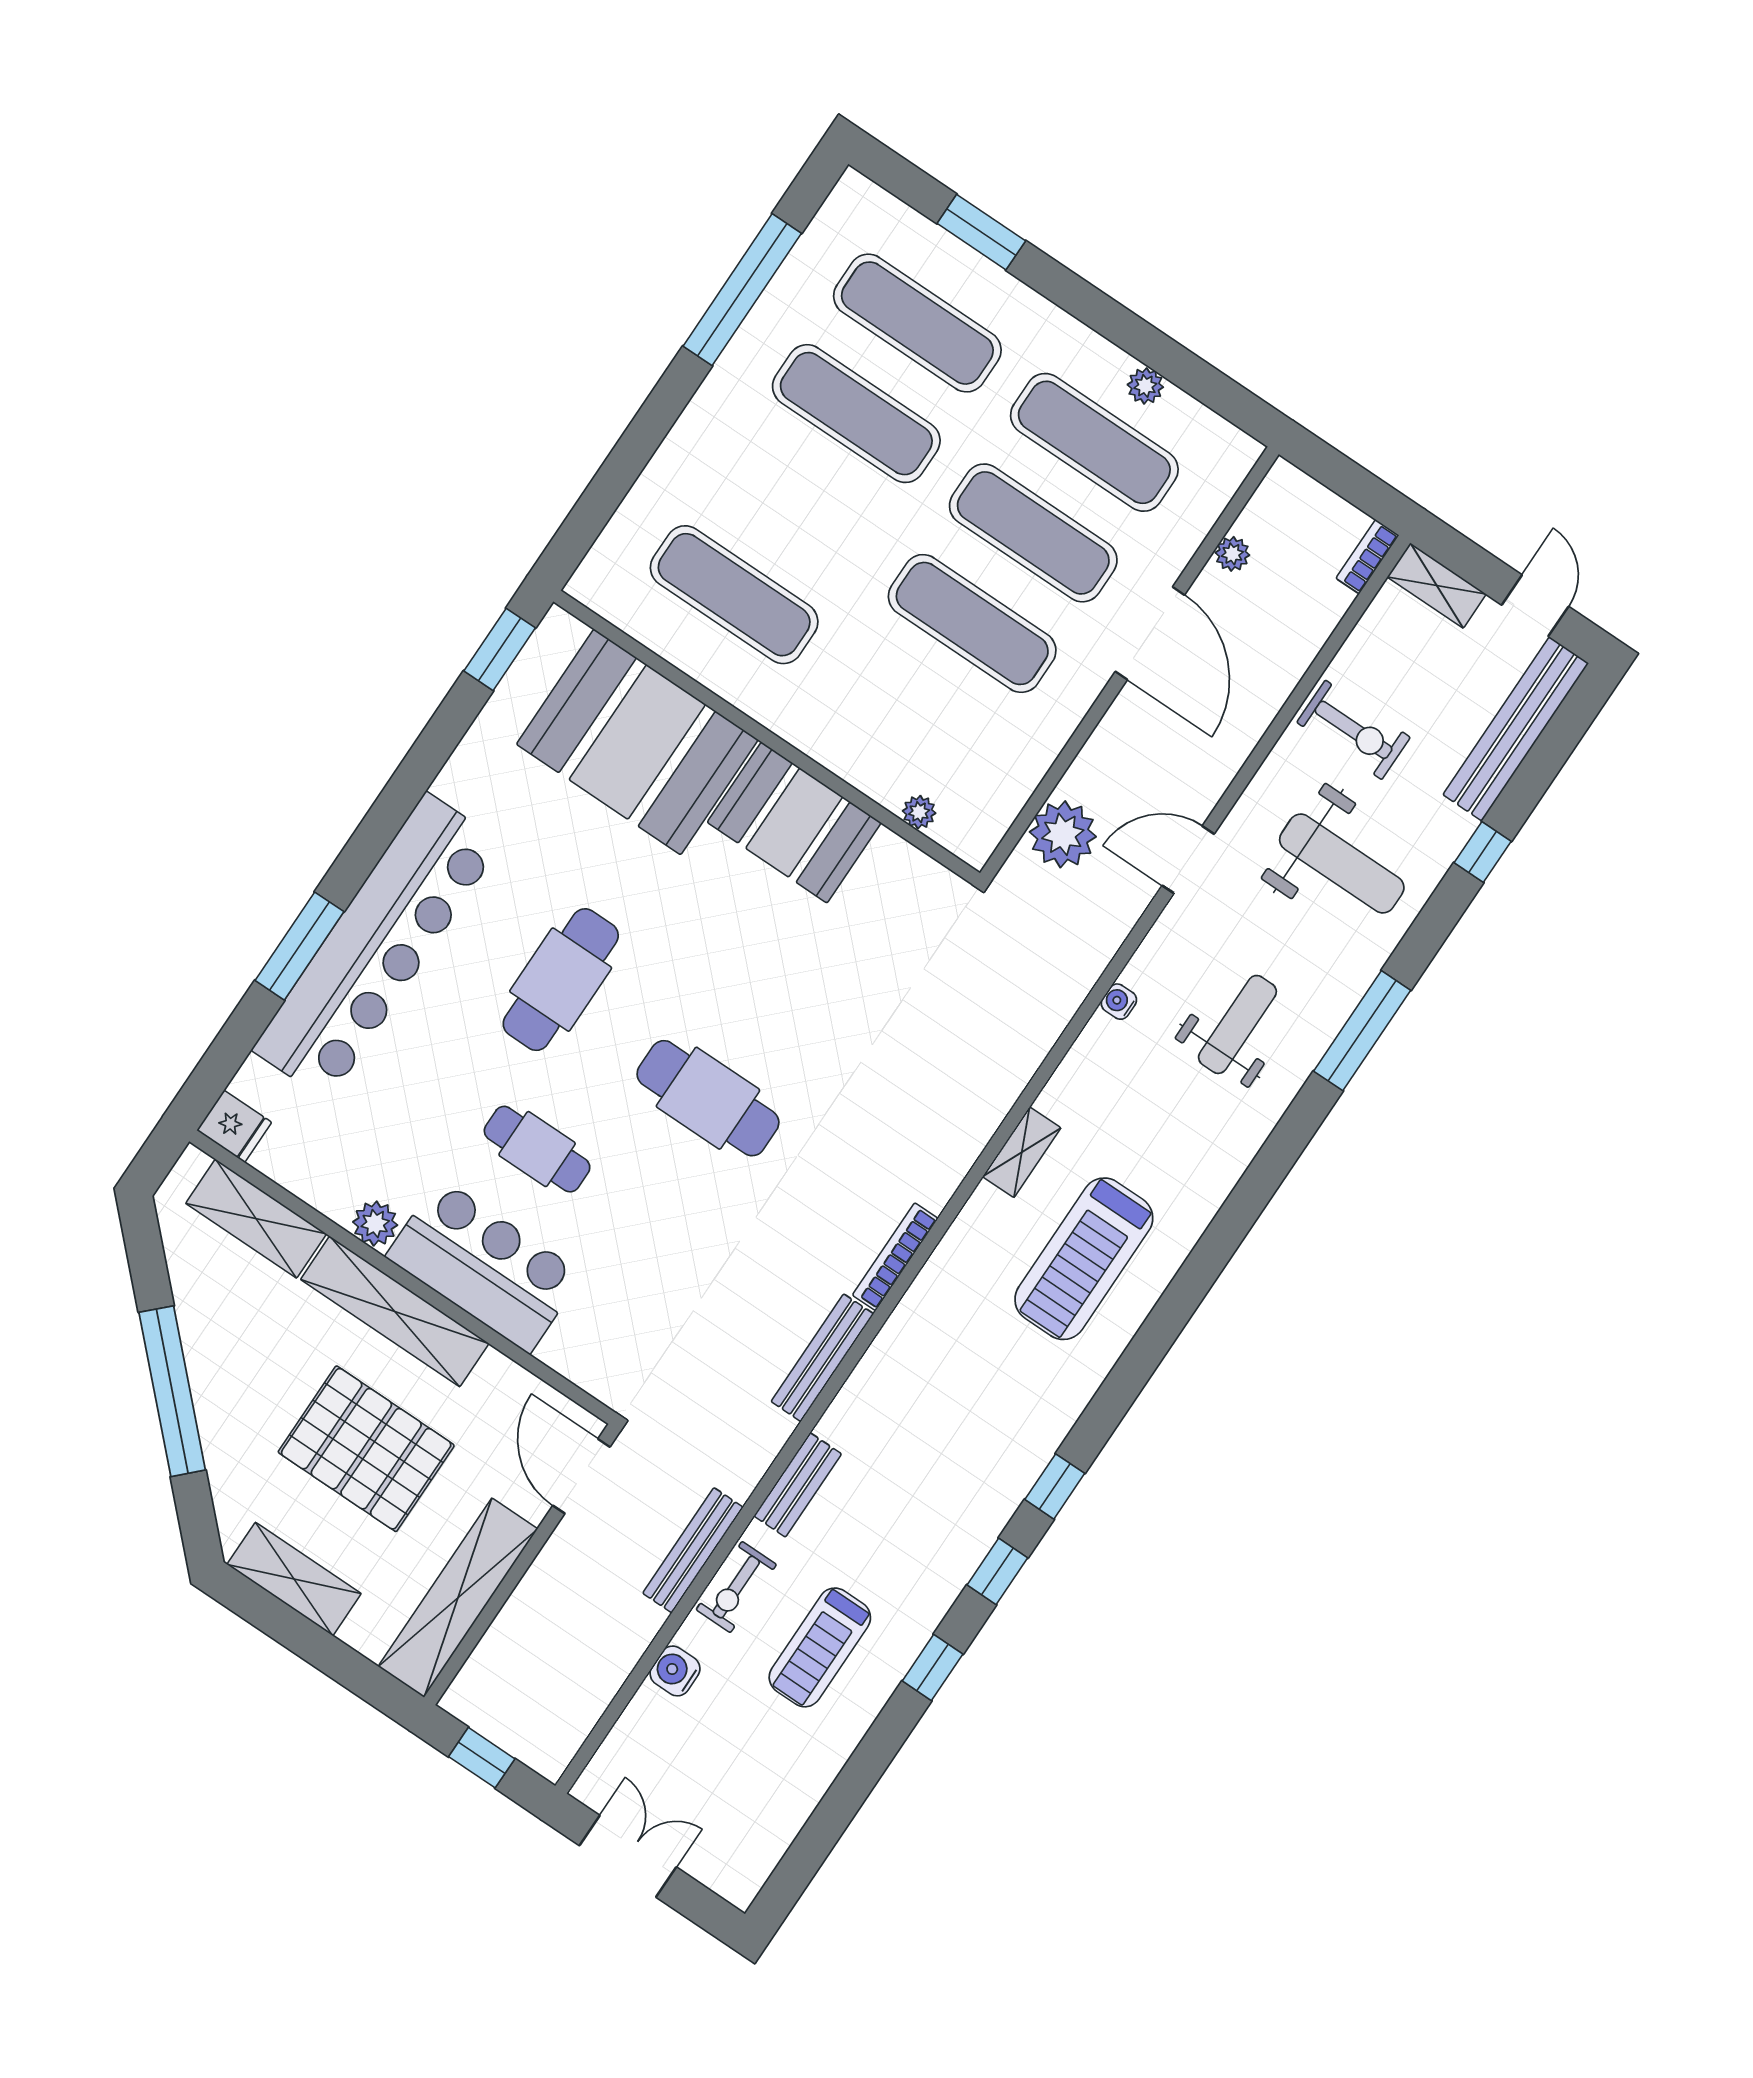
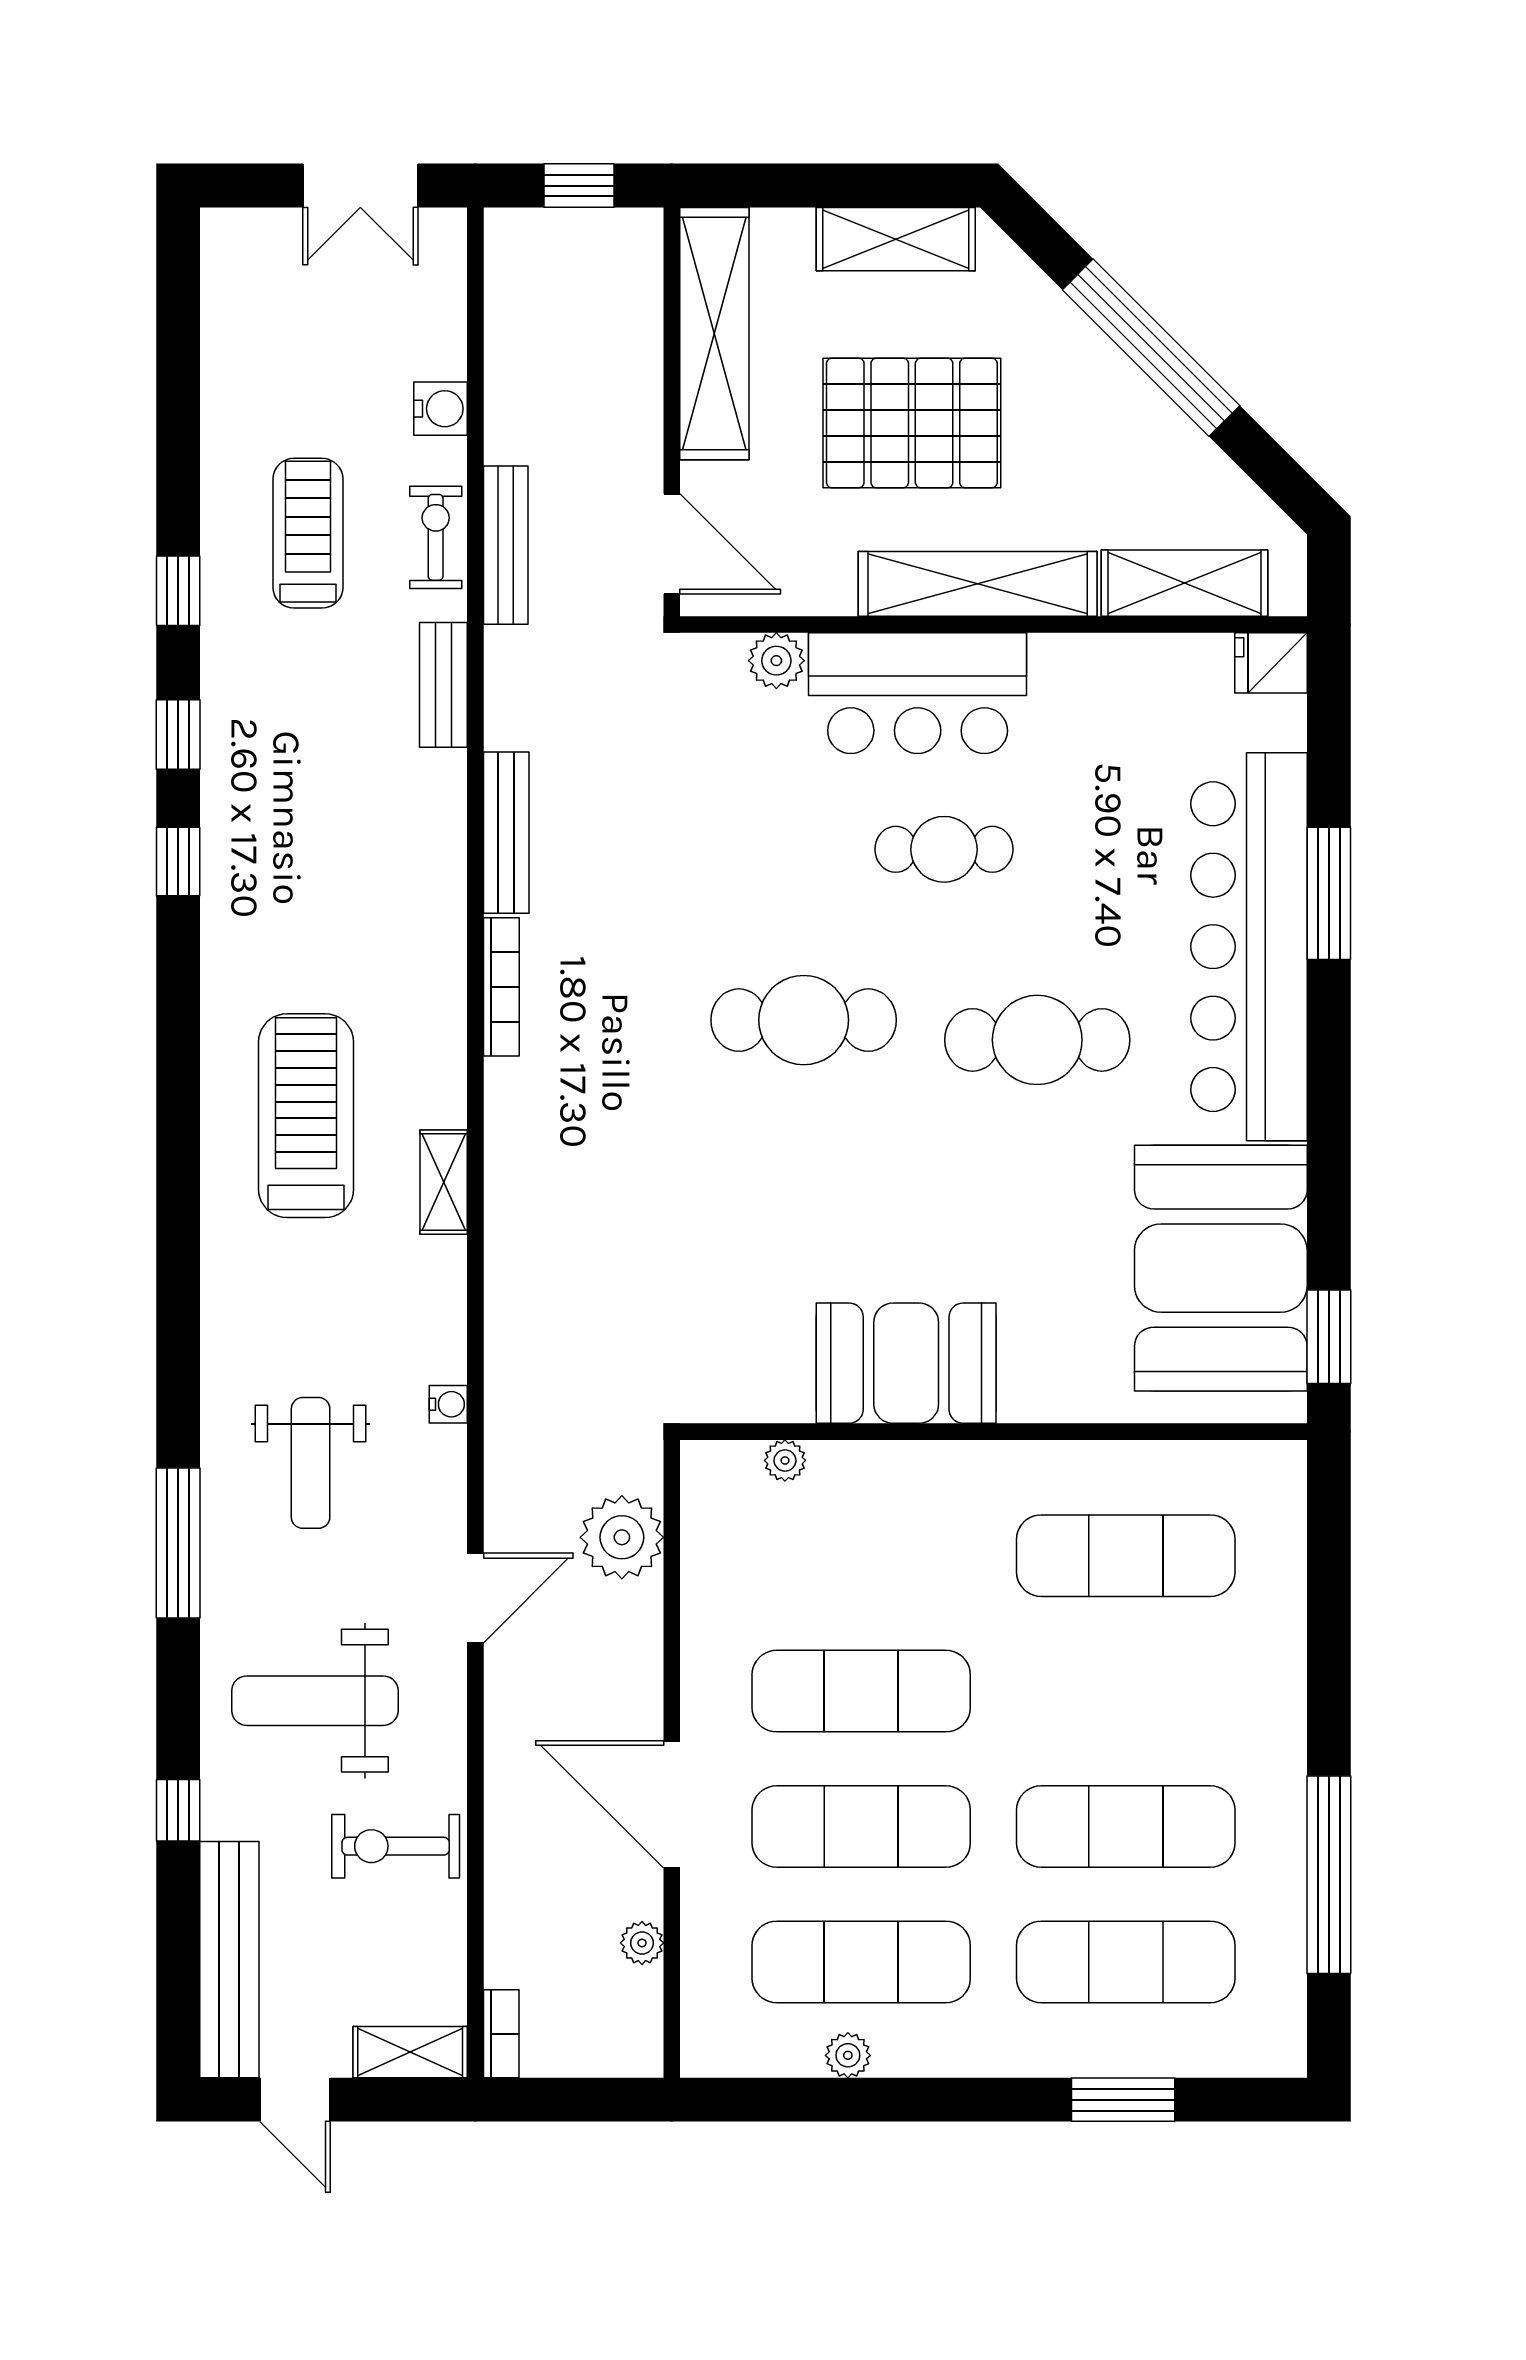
booth: (637, 742) -> (1221, 1268), moved, turned 90
cafe table: (561, 980) -> (1037, 1040), turned 90
plant: (375, 1224) -> (776, 661), moved

